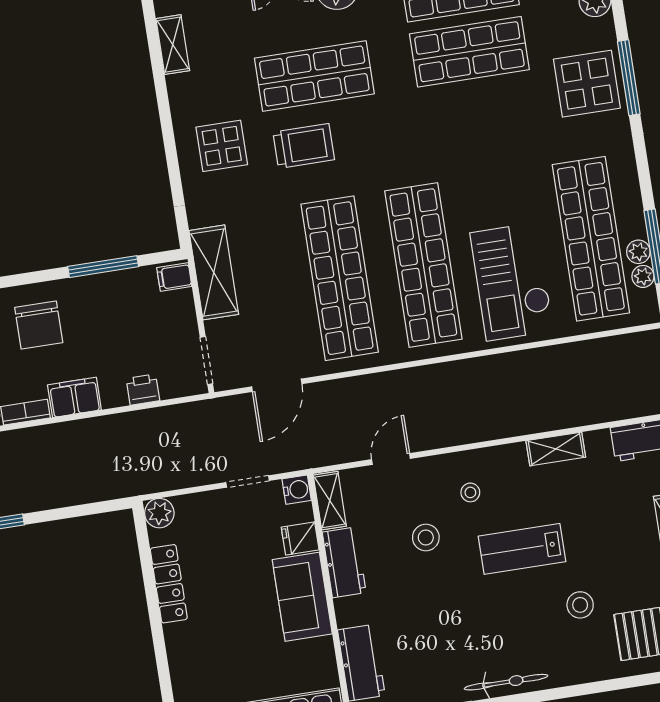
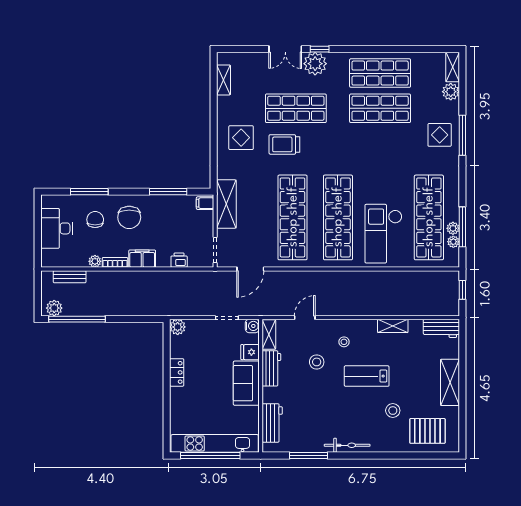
display table: (587, 84) -> (440, 135), width x0.73, depth x0.73
trolley: (304, 146) -> (284, 144), turned 180
locker: (169, 584) -> (177, 372), width x0.66

